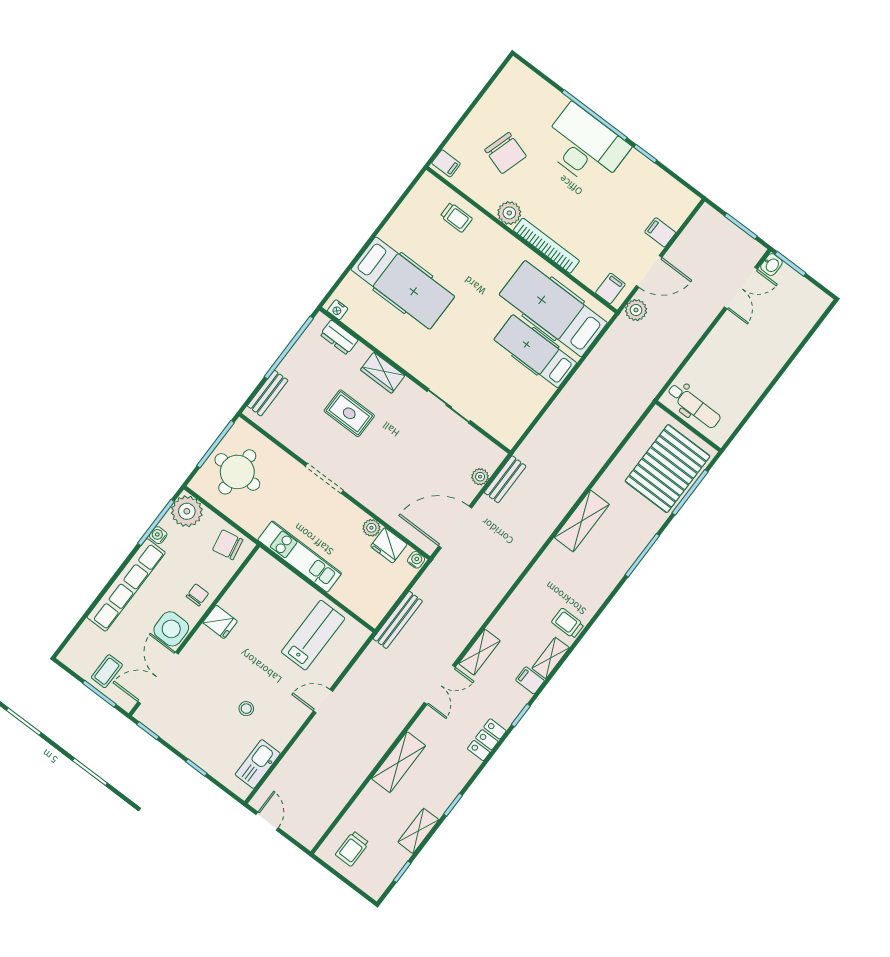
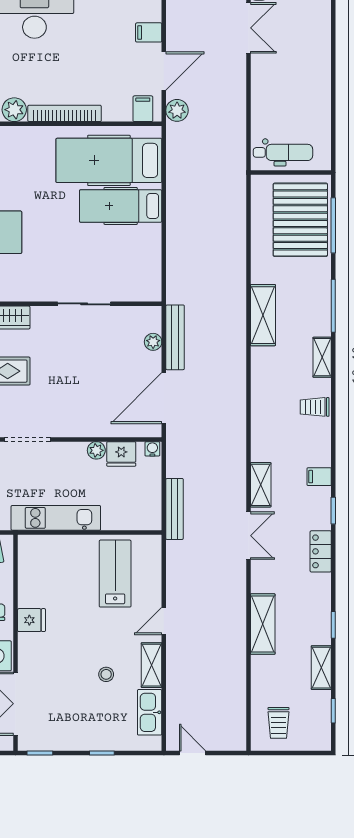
bench: (505, 479) -> (175, 337), width x1.36
shelving: (551, 658) -> (322, 357), moved
shelving: (287, 728) -> (152, 665), added

